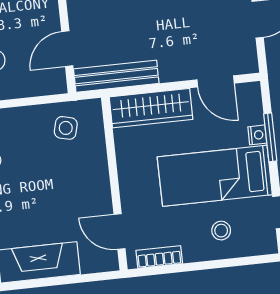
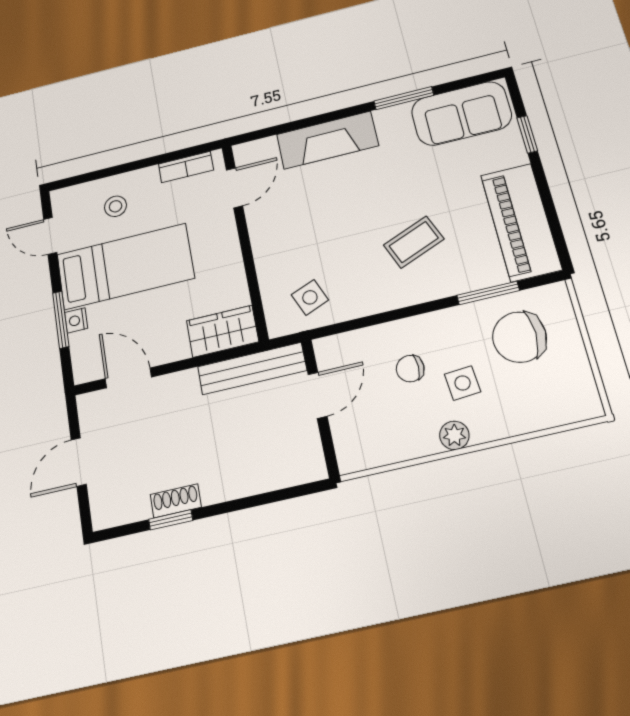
wardrobe: (151, 108) -> (222, 331), width x0.67
side table: (66, 128) -> (310, 297), turned -36
door: (119, 232) -> (234, 188), hinge flipped

